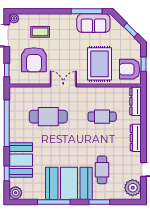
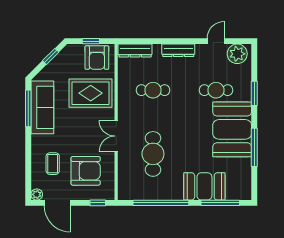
sofa: (93, 23) -> (42, 107), width x1.36
cafe table: (102, 117) -> (153, 90), turned 90
window: (7, 173) -> (220, 203), width x2.17
plant: (16, 193) -> (243, 193), removed

